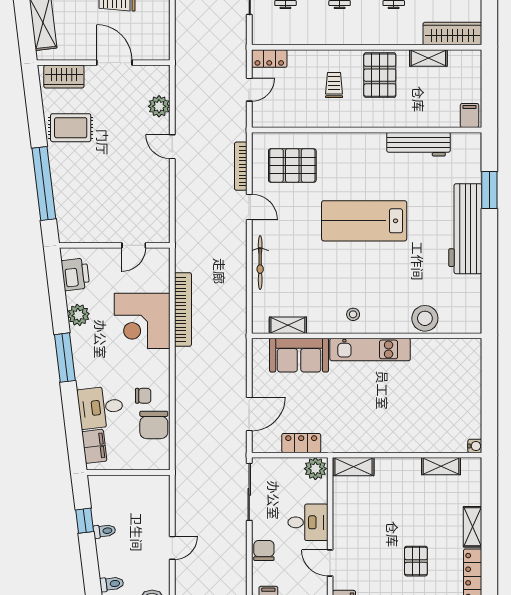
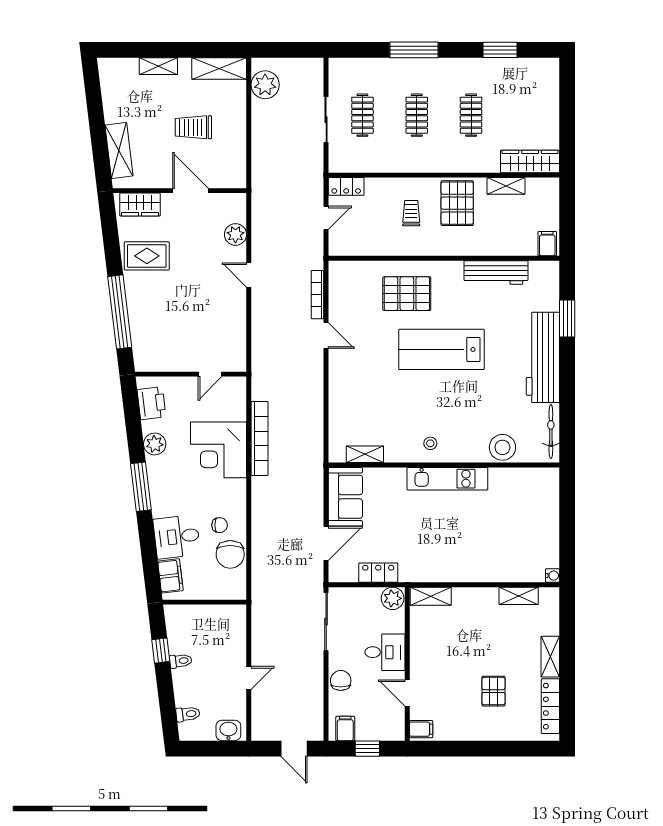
pallet: (292, 166) -> (407, 294), moved
bicycle: (260, 263) -> (551, 431), moved, turned 180
sofa: (299, 355) -> (345, 497), moved, turned -90

